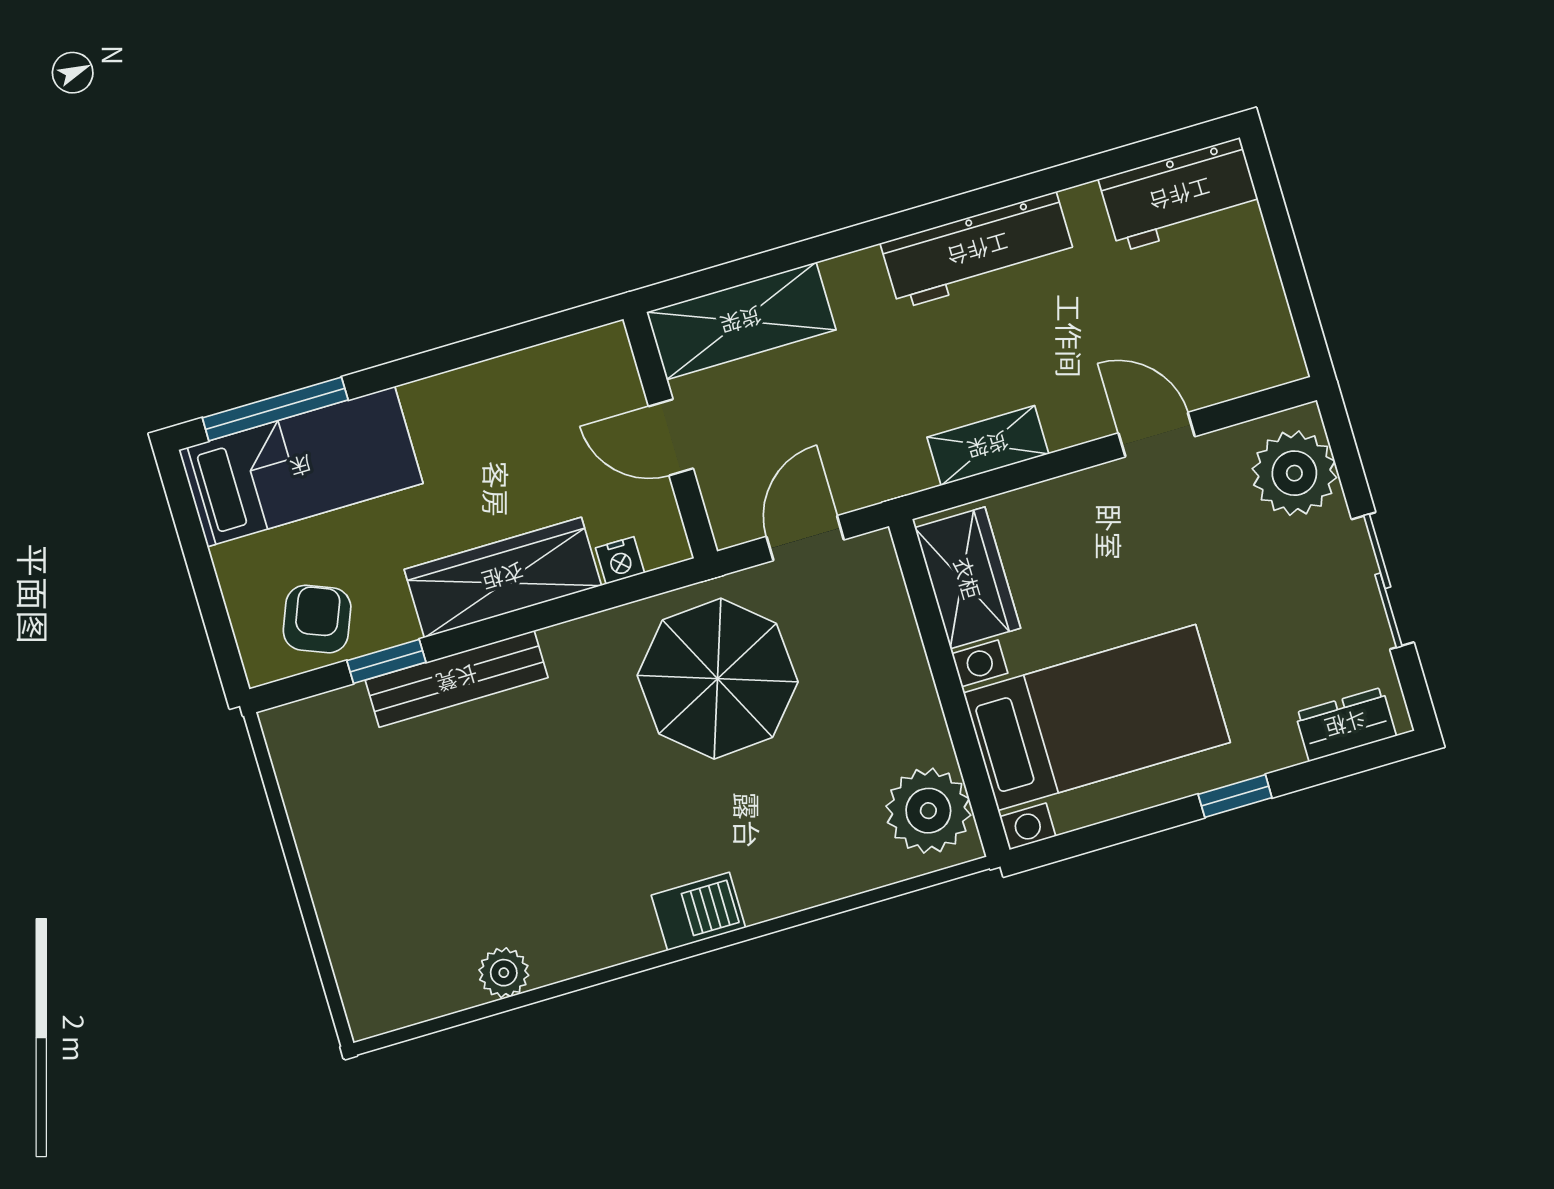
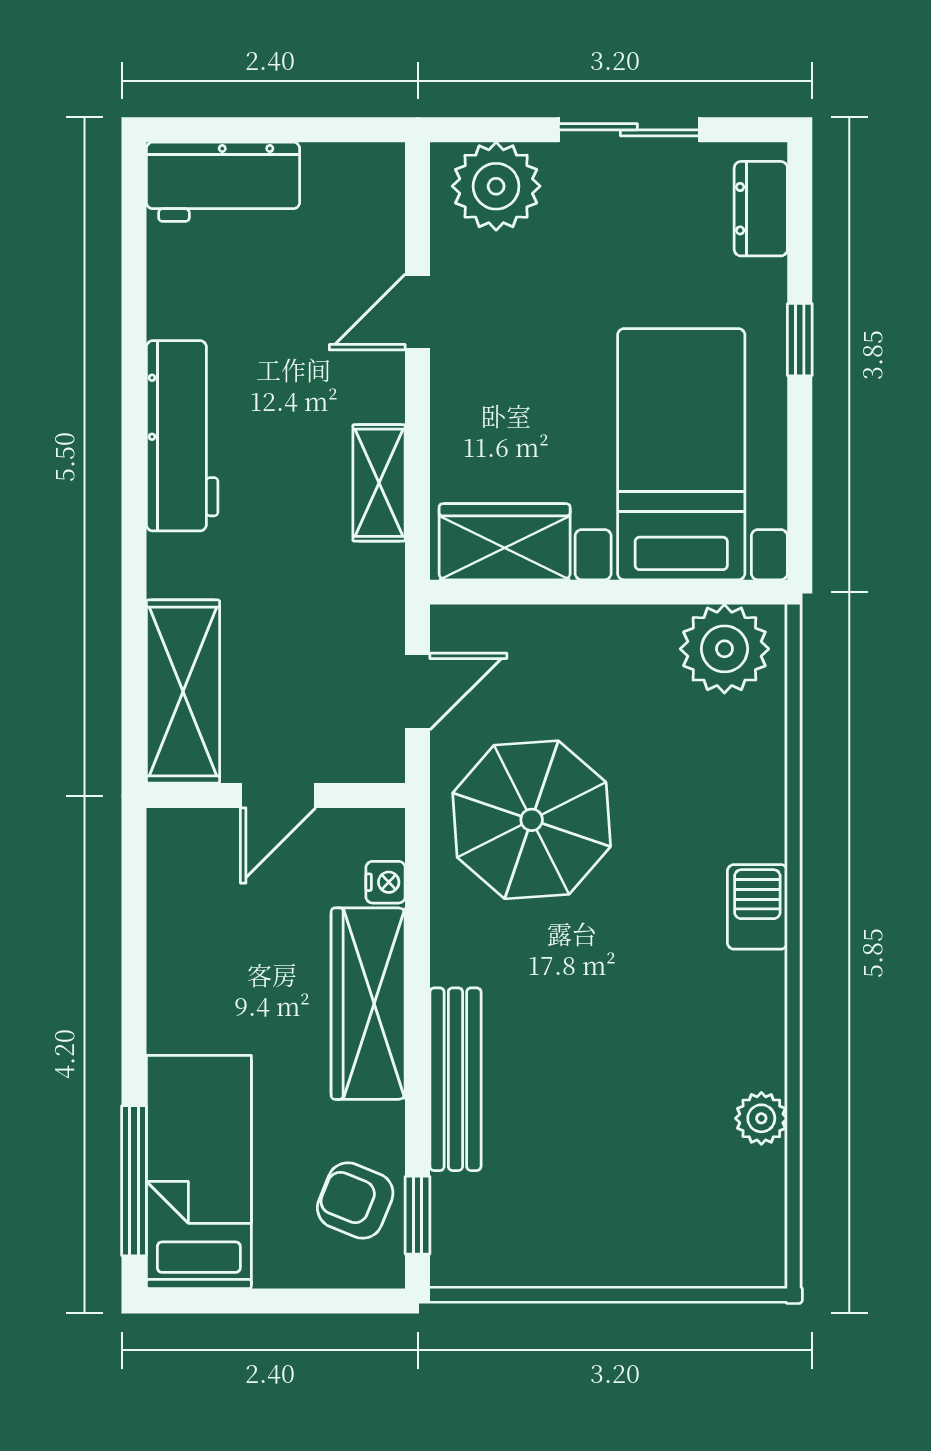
workbench: (1180, 195) -> (223, 182), moved, turned 90
door: (805, 538) -> (418, 692), swing flipped
window: (386, 661) -> (418, 1215), moved

